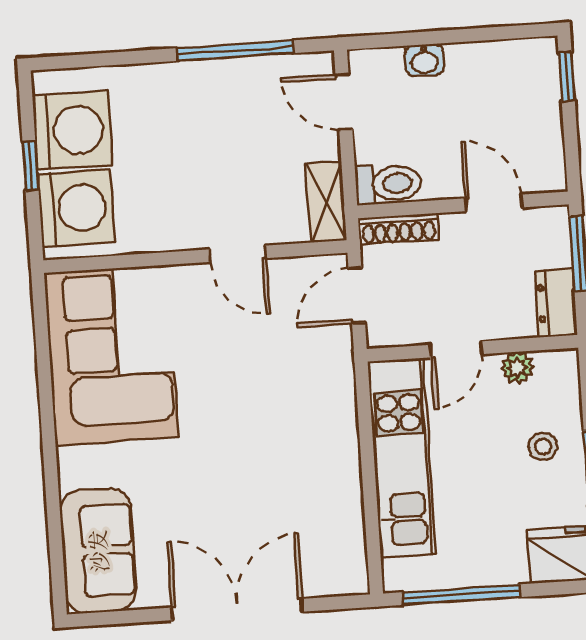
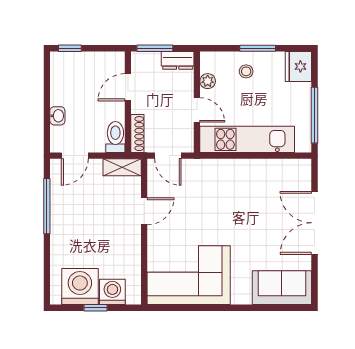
washing machine: (76, 208) -> (112, 292), width x0.73, depth x0.73

